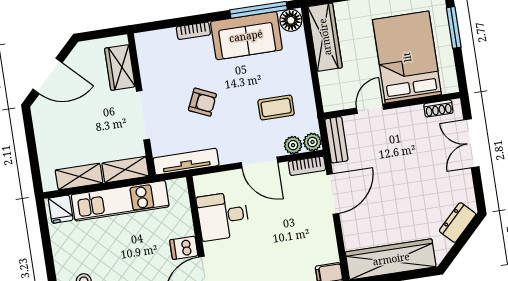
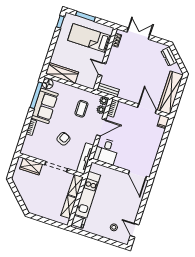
bed: (407, 57) -> (90, 38), width x0.67
door: (48, 76) -> (19, 199), removed
double door: (471, 143) -> (138, 34), swing flipped
door: (333, 194) -> (147, 109), moved
desk: (223, 216) -> (106, 151), moved
dishwasher: (184, 248) -> (121, 178), removed

